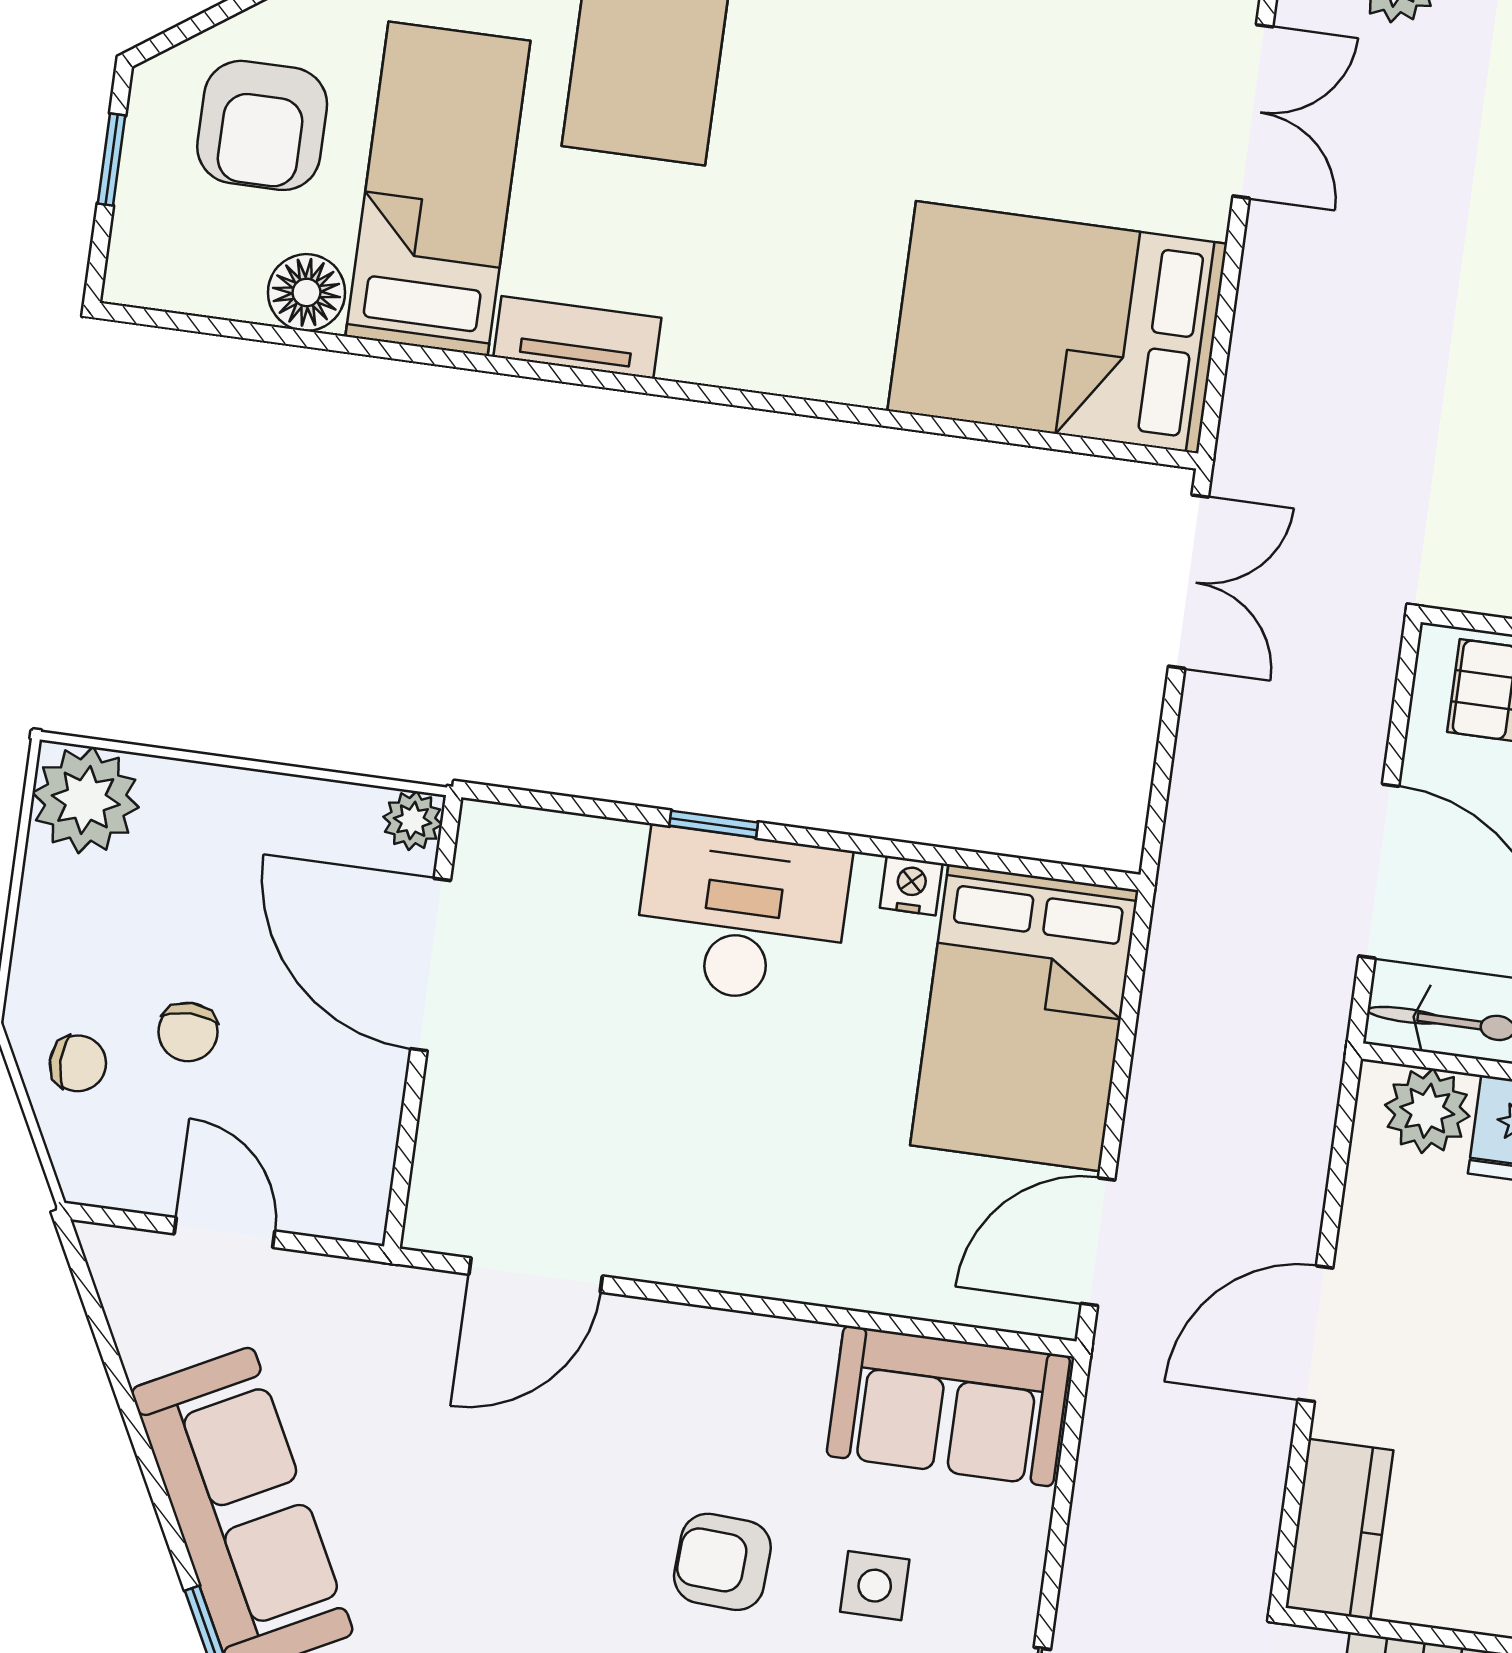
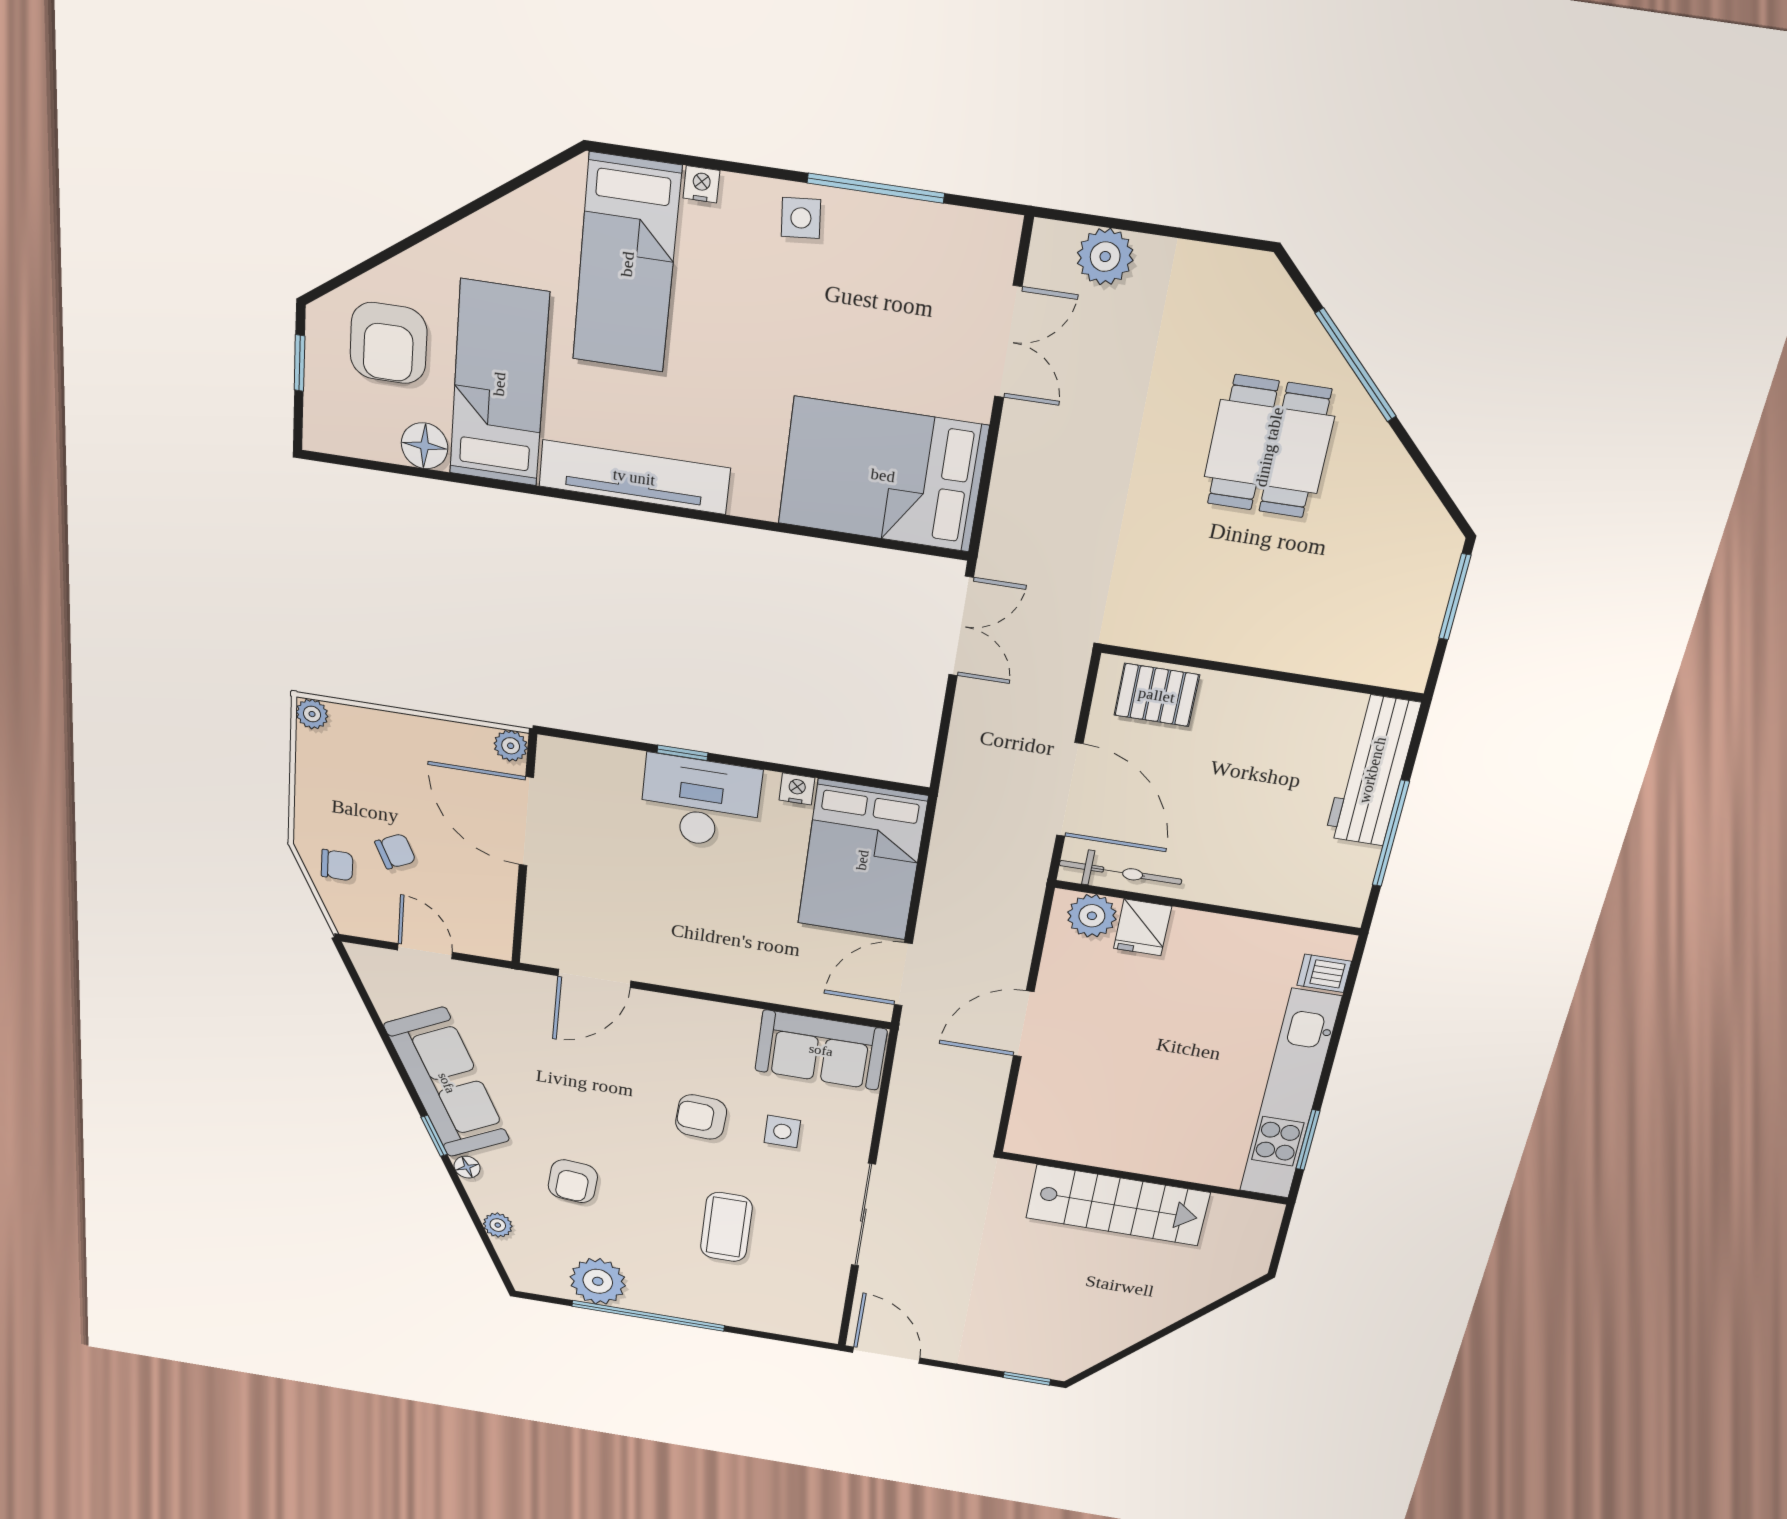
tv unit: (577, 337) -> (634, 477), width x1.92, depth x1.29
plant: (86, 800) -> (312, 714), width x0.53, depth x0.53
chair: (188, 1032) -> (395, 851), turned -116
kitchen counter: (1339, 1529) -> (1033, 1117), removed

